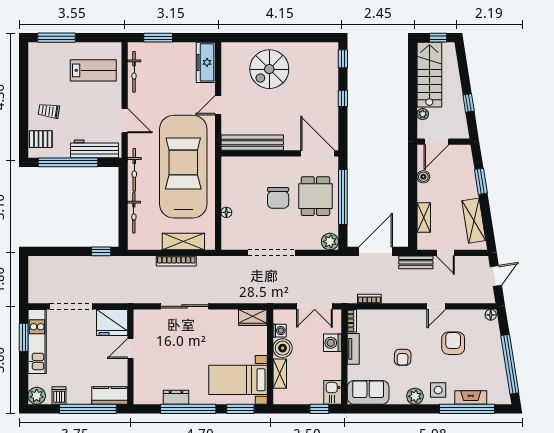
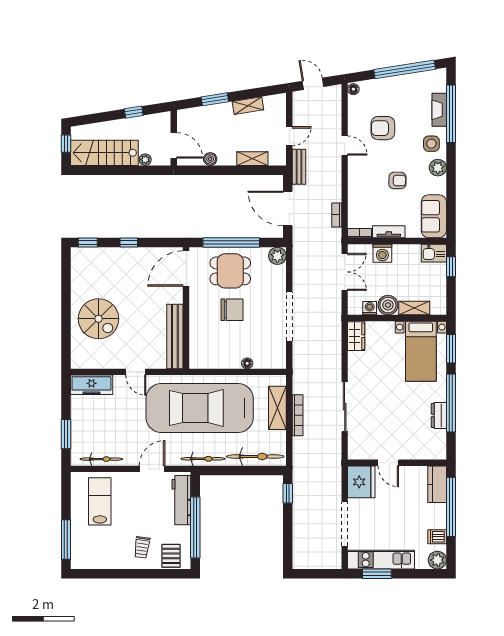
bicycle: (134, 213) -> (255, 456), width x1.37, depth x1.40
shelving: (474, 221) -> (248, 106), width x0.67, depth x0.75

